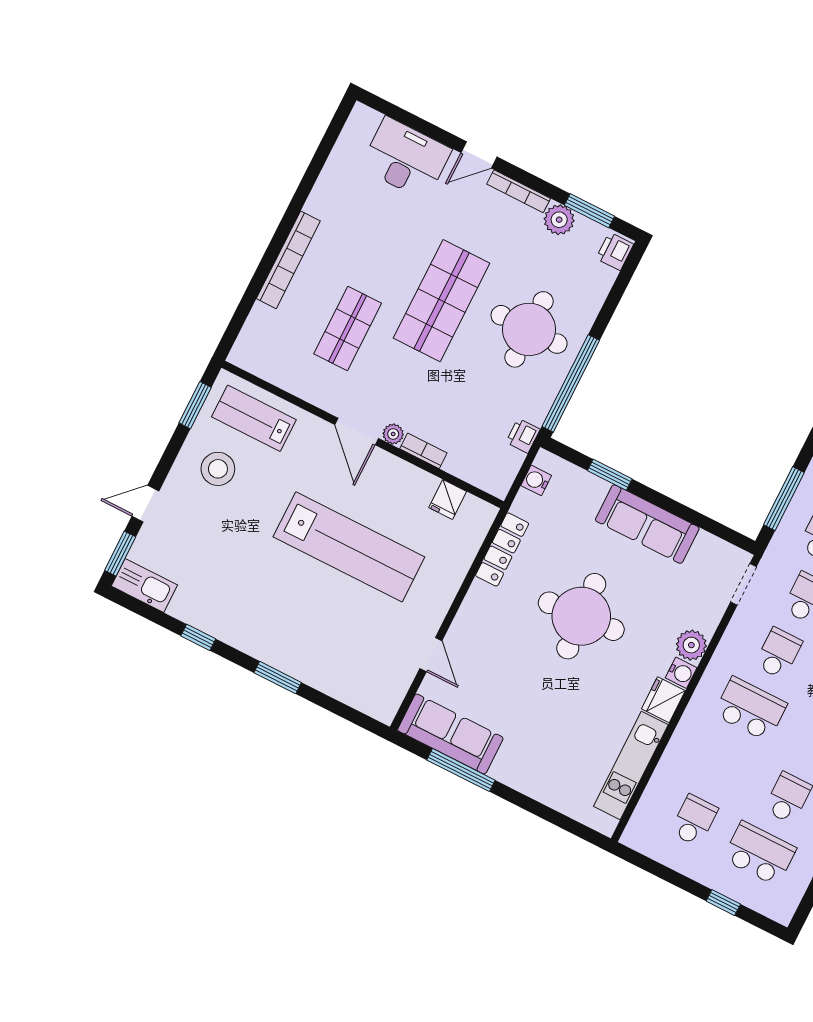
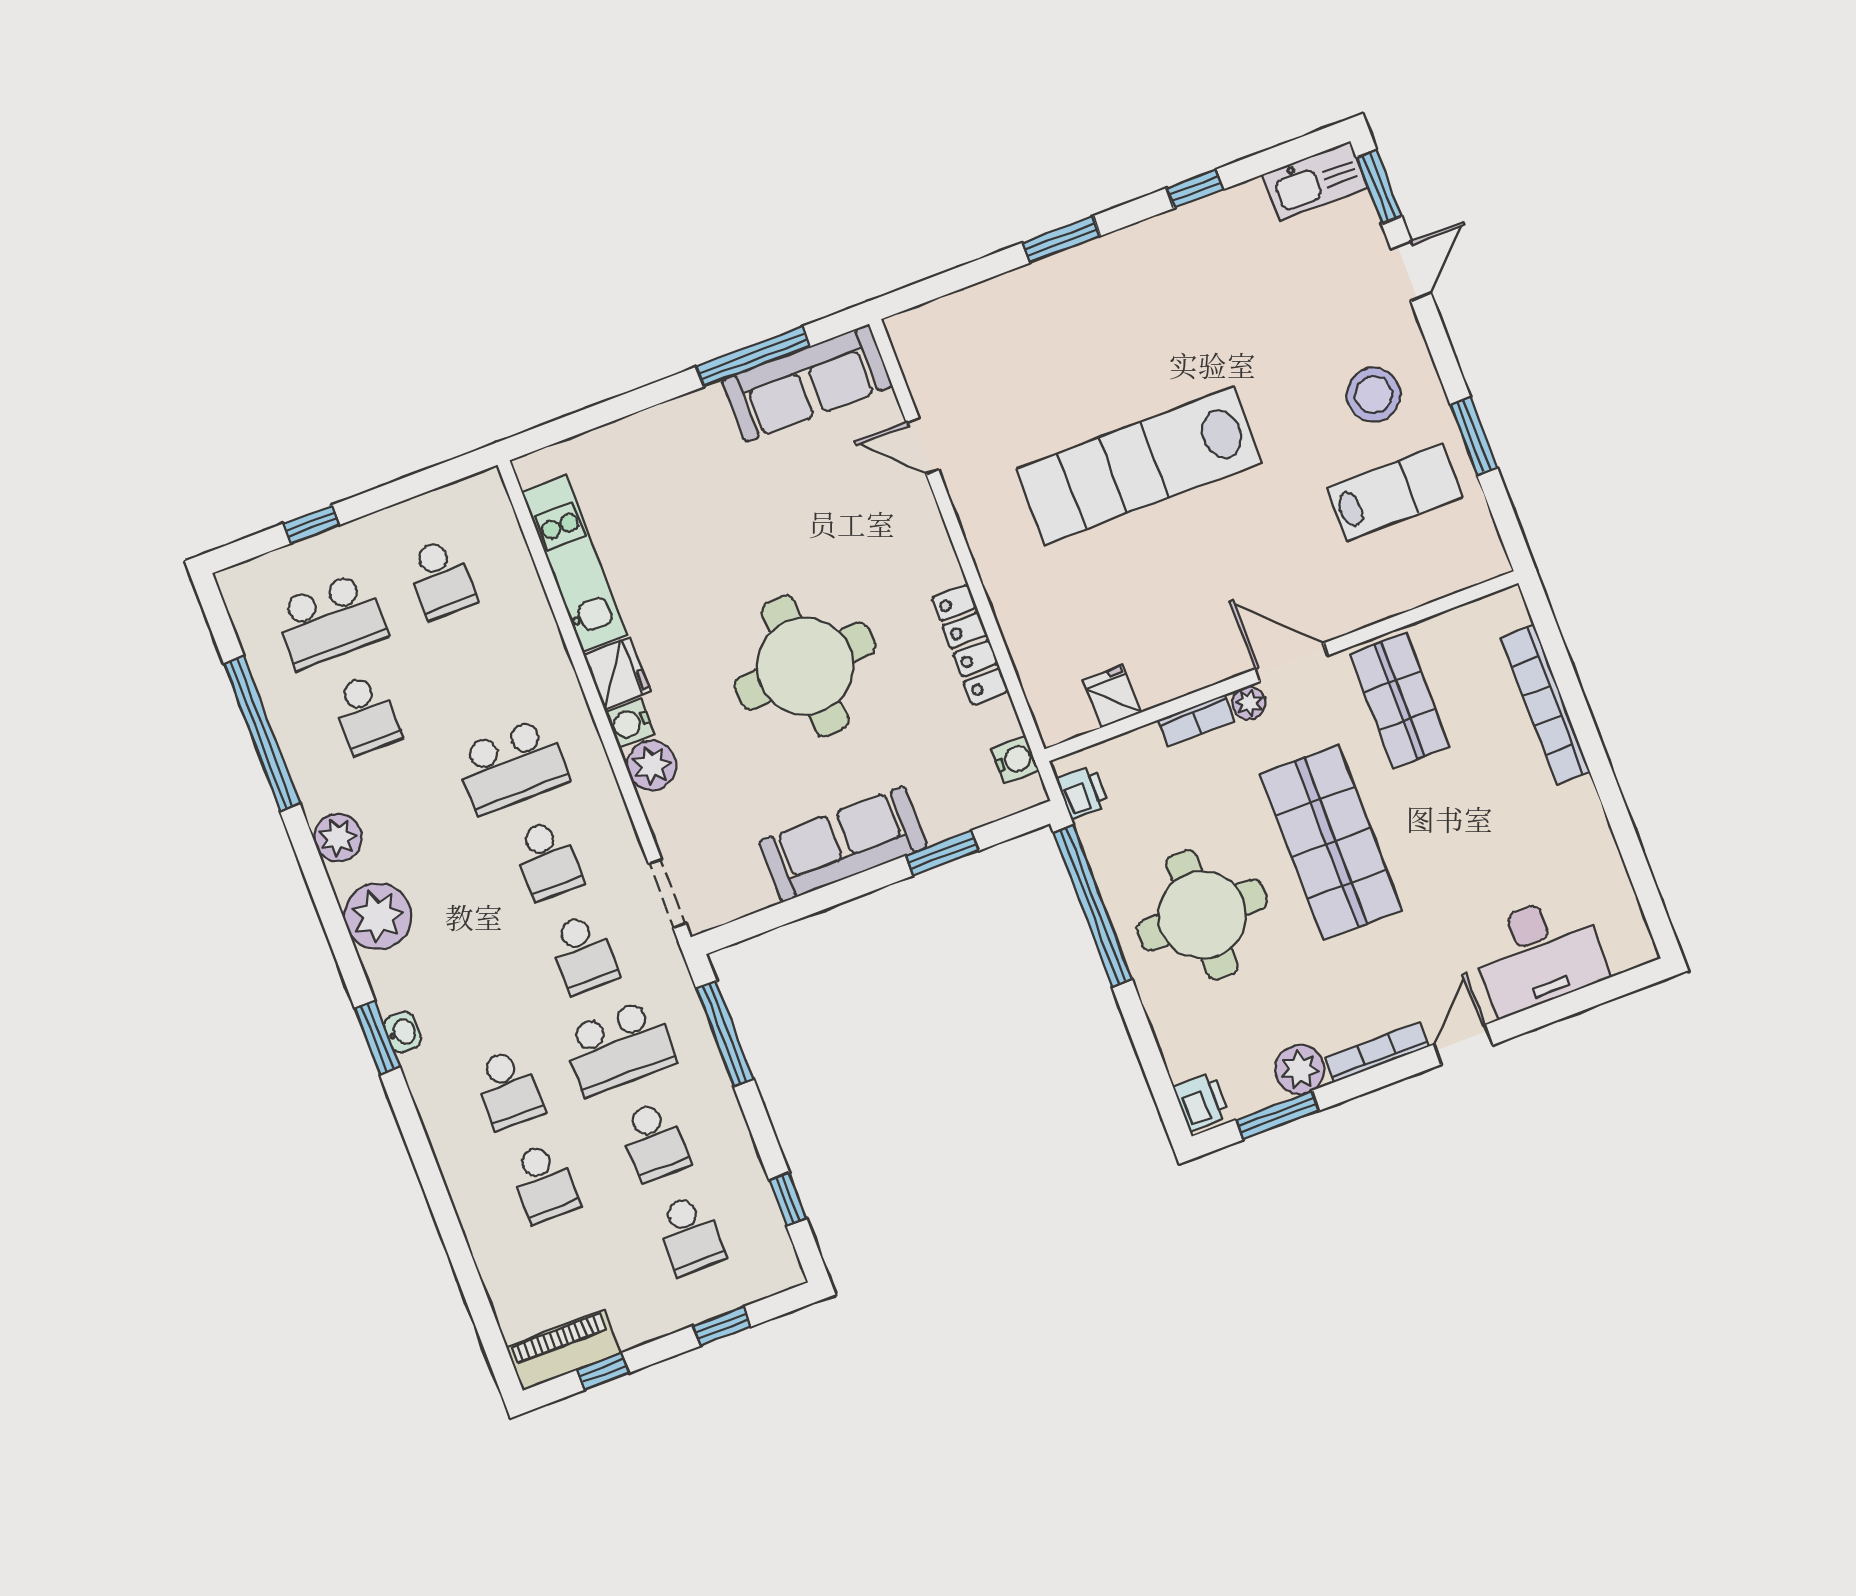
door: (357, 431) -> (1292, 662), moved
plant: (393, 434) -> (1249, 703), moved
wall: (363, 435) -> (1281, 666), moved
bookcase: (423, 451) -> (1196, 720), moved
fridge: (448, 500) -> (1112, 697), moved

